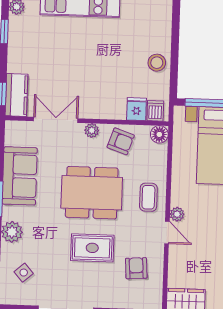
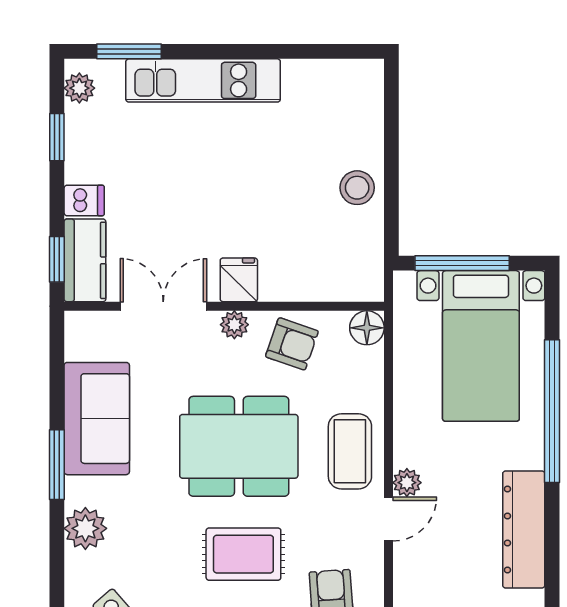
fridge: (136, 109) -> (239, 280), moved
dishwasher: (155, 111) -> (84, 200), moved, turned 90
coffee table: (148, 197) -> (350, 451), width x1.36, depth x1.30
door: (167, 232) -> (388, 519), hinge flipped

